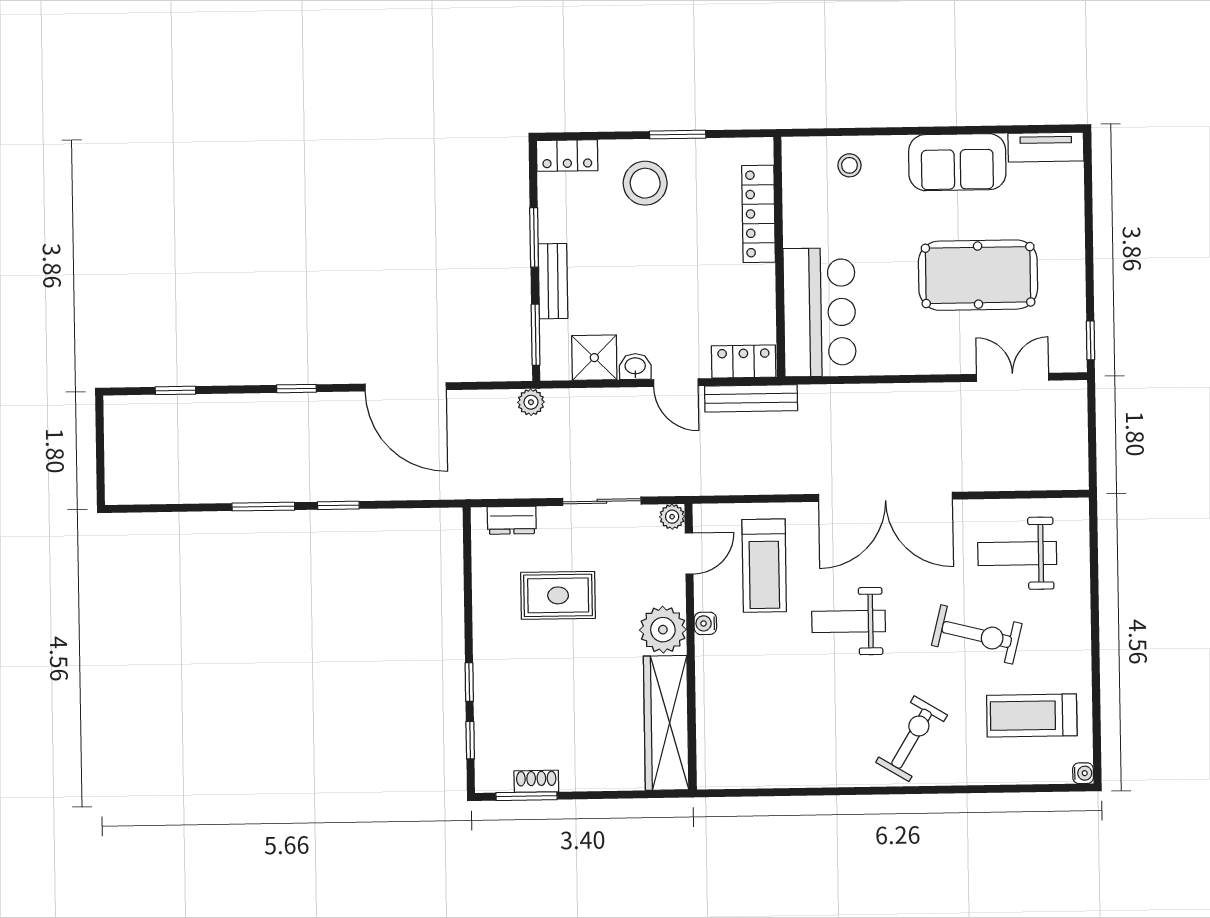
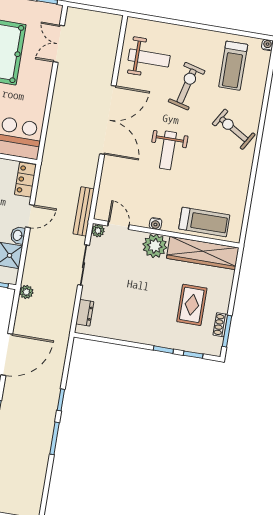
bench: (751, 398) -> (84, 211), moved
weight bench: (1017, 554) -> (149, 58), turned -90
treadmill: (764, 566) -> (204, 222), moved
rug: (558, 595) -> (192, 305), moved

